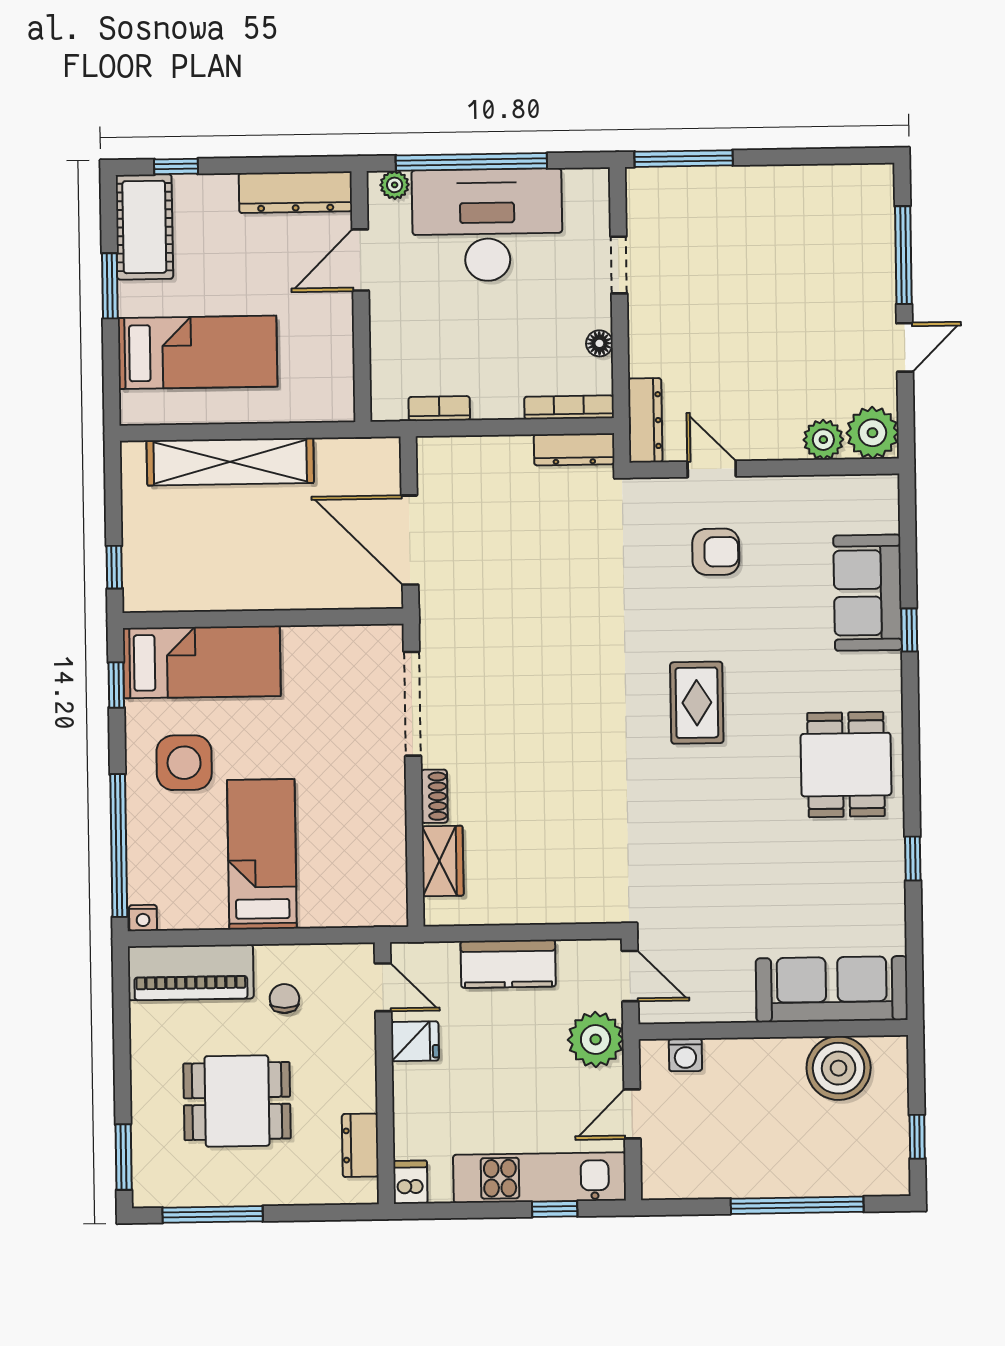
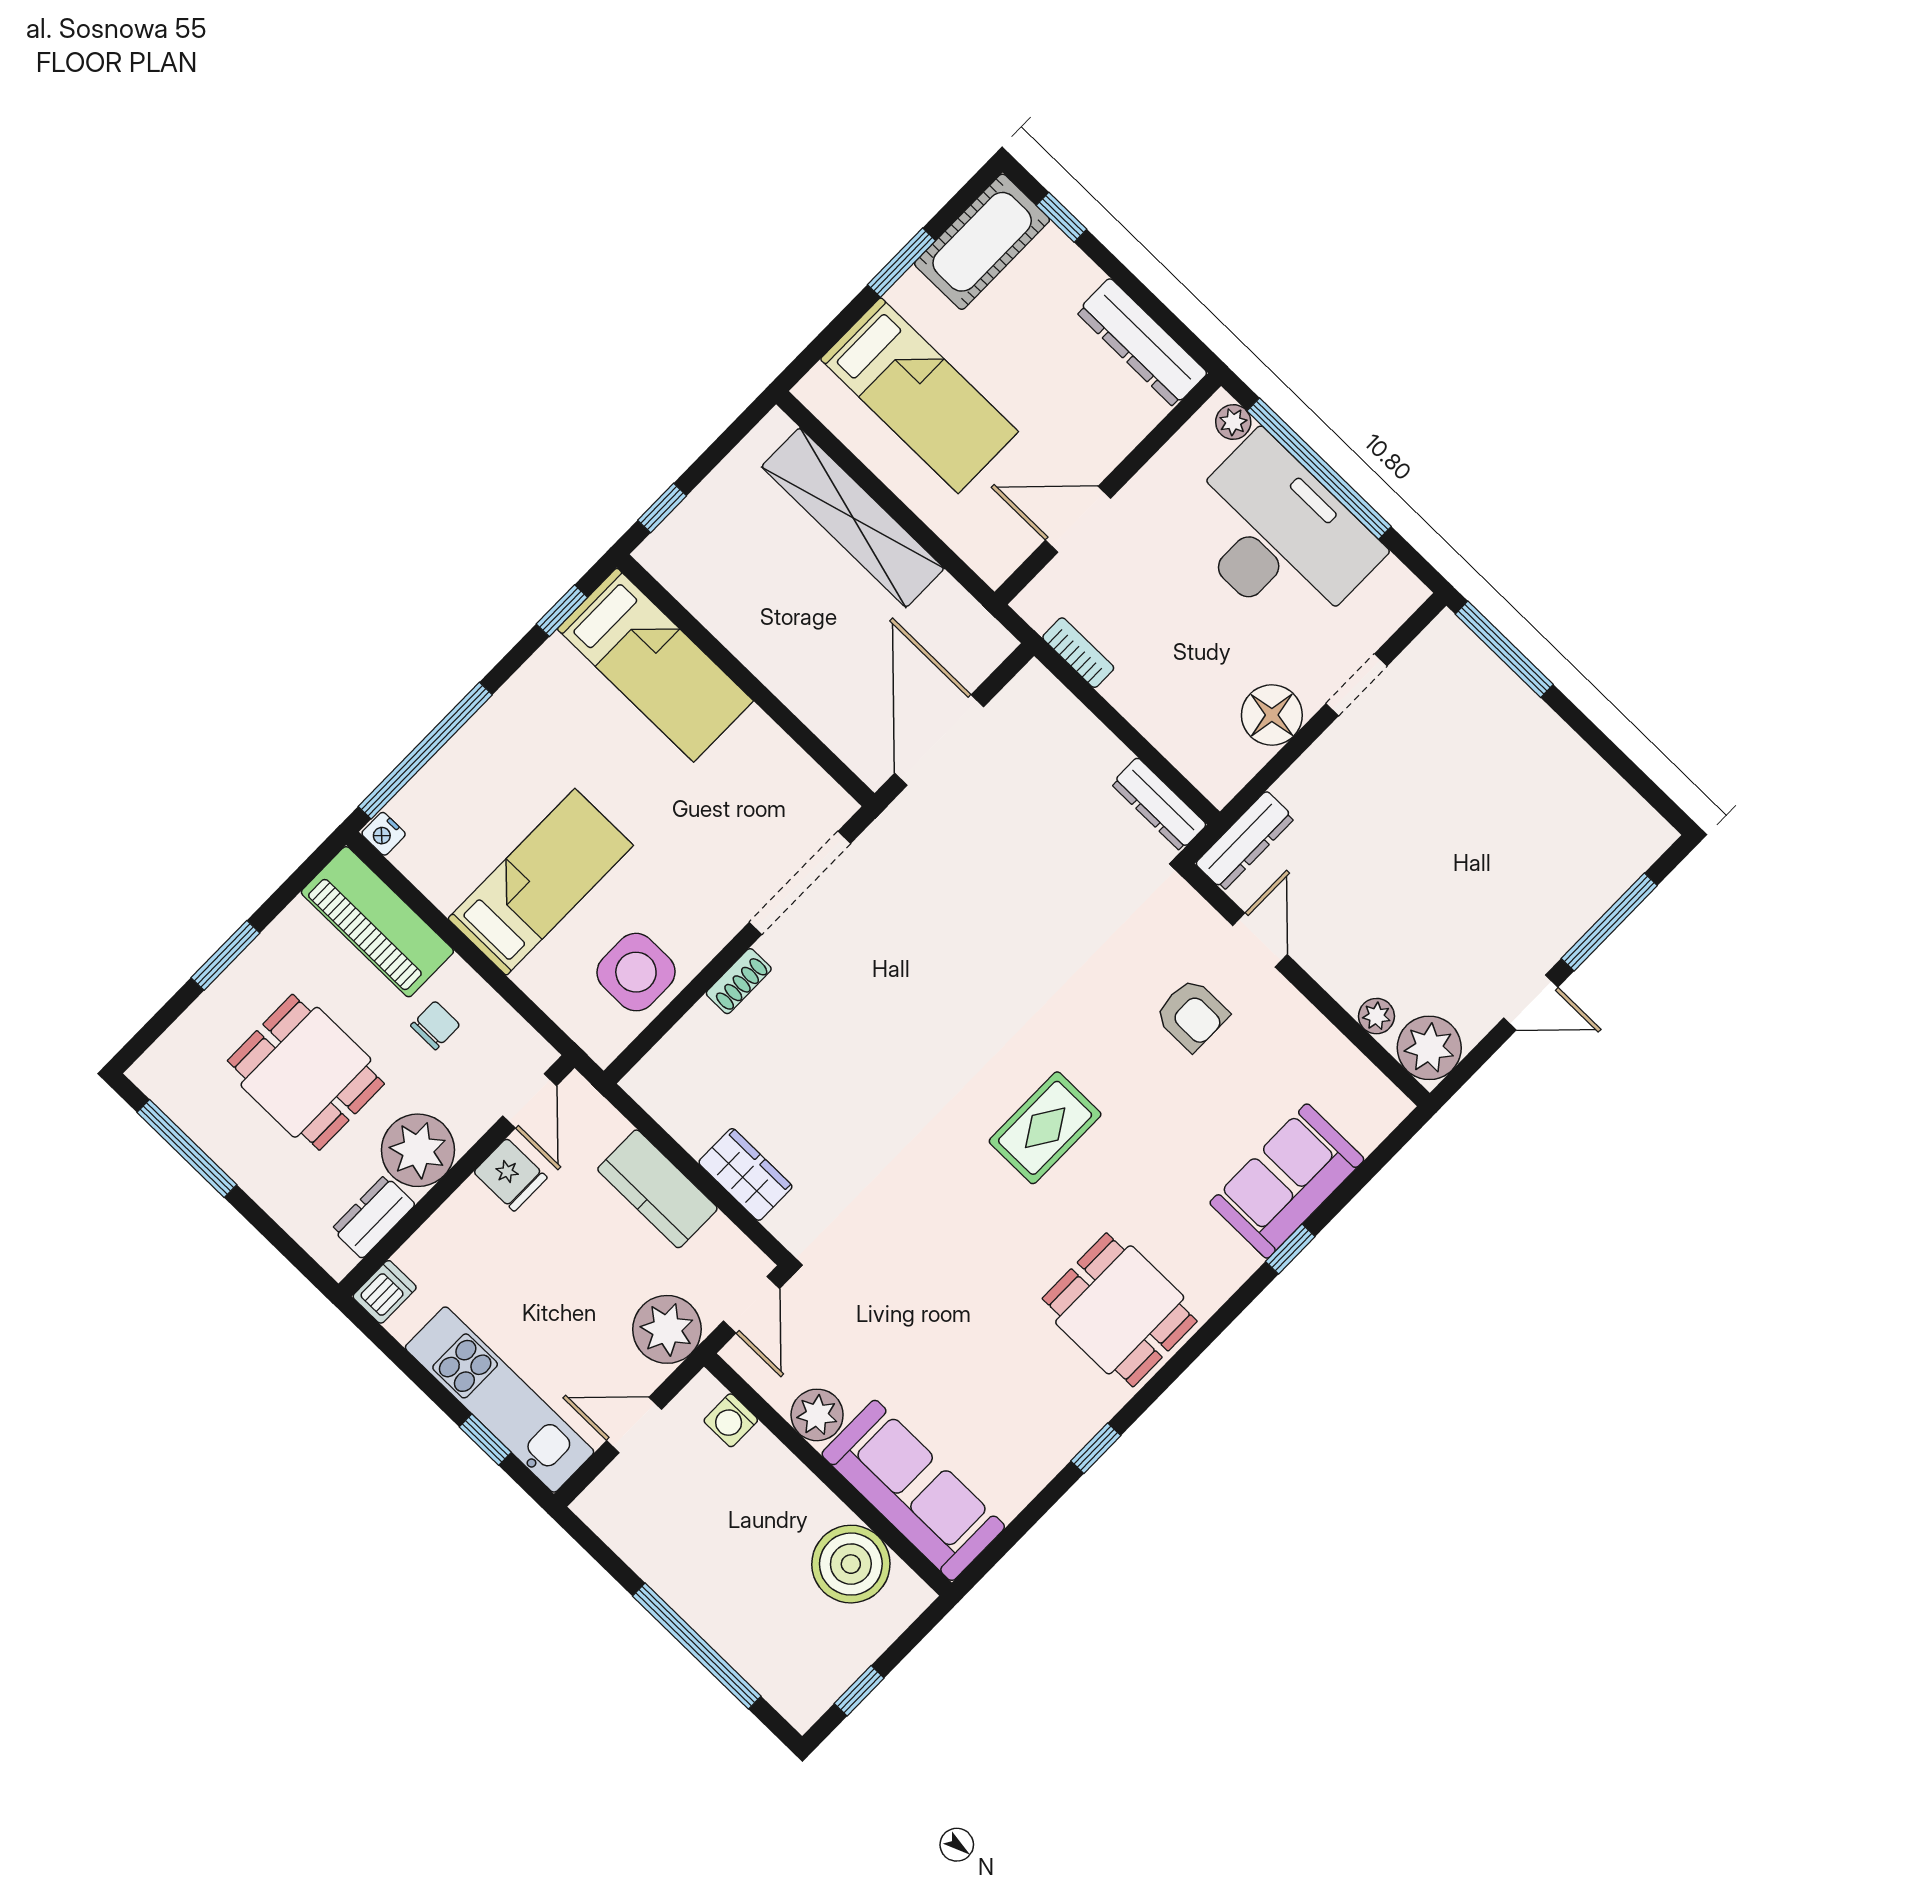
door: (360, 260) -> (1078, 519), moved
floor lamp: (599, 343) -> (1272, 715), width x1.89, depth x1.89
bookcase: (569, 407) -> (1191, 764), removed
plant: (823, 440) -> (1376, 1016), width x0.73, depth x0.73
side table: (184, 763) -> (636, 972), moved
dining table: (846, 765) -> (1120, 1310), turned 90
wardrobe: (443, 861) -> (745, 1174), moved, turned -90
plant: (732, 1002) -> (817, 1415), added
plant: (347, 1081) -> (418, 1150), added
window: (124, 1157) -> (225, 955), moved

